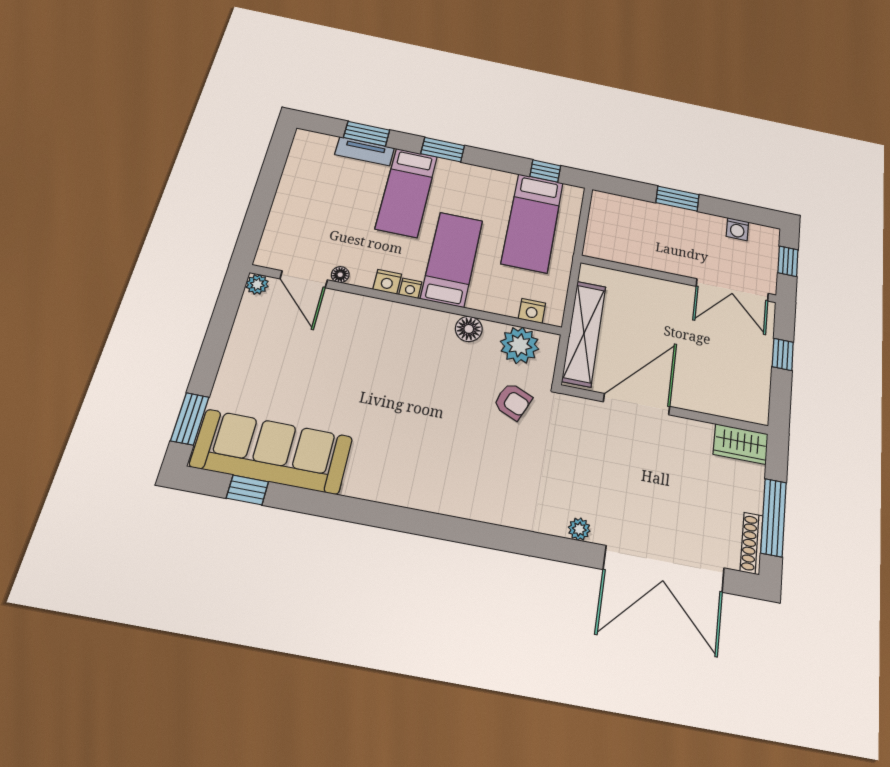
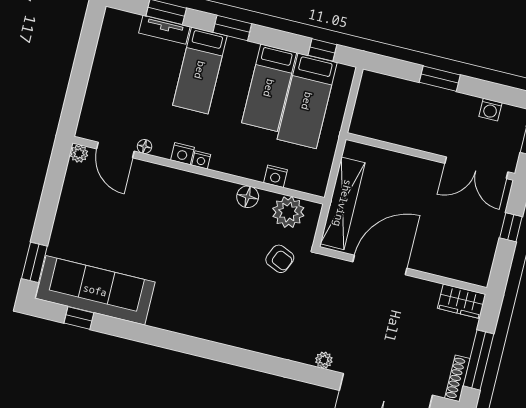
bed: (452, 259) -> (269, 88), moved, turned 180
nightstand: (532, 311) -> (275, 176), moved

